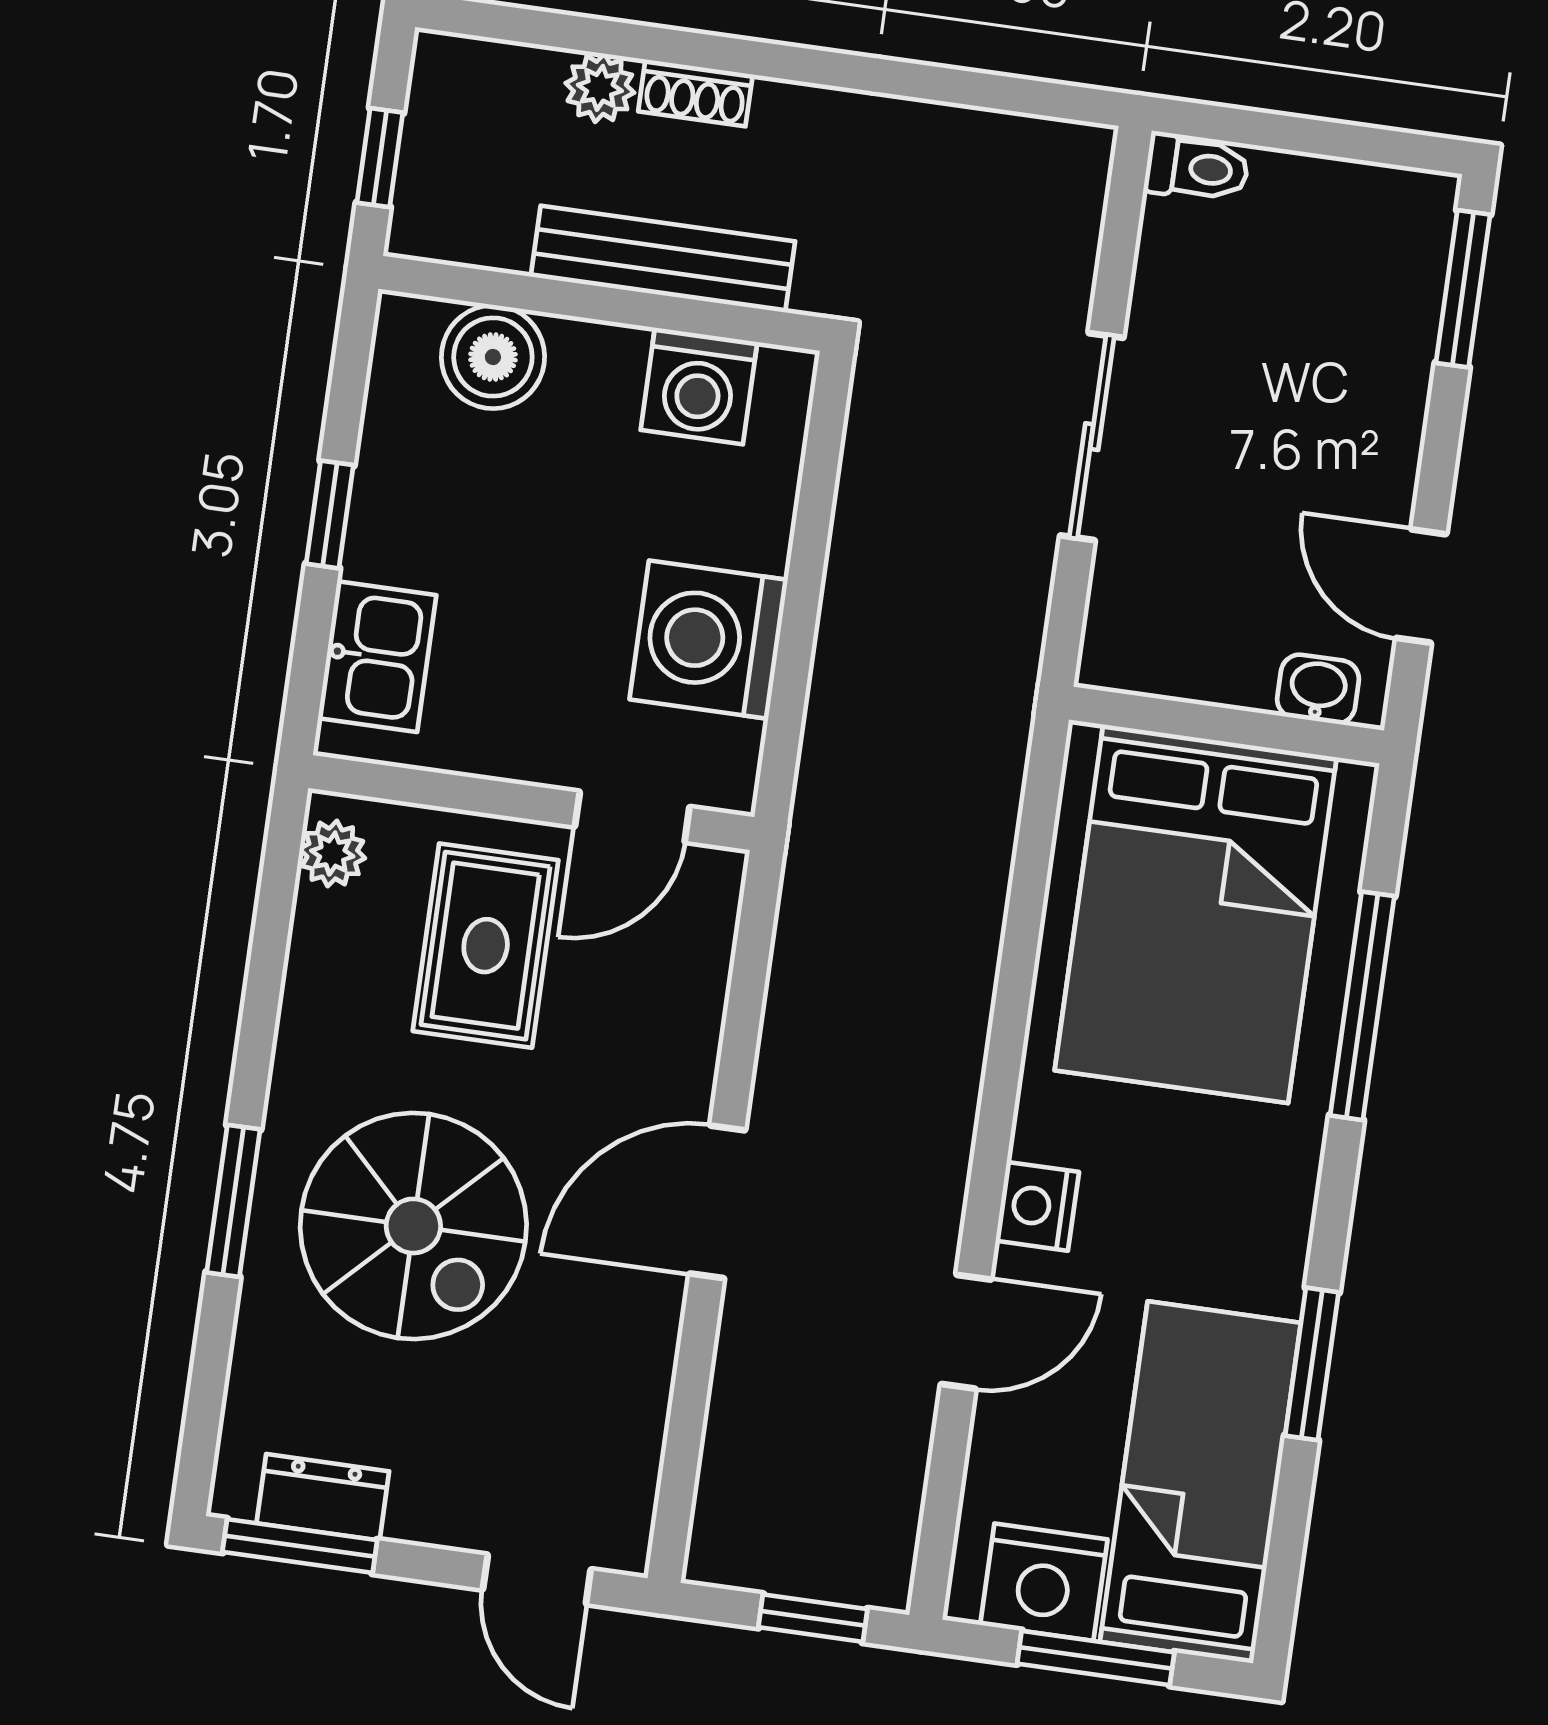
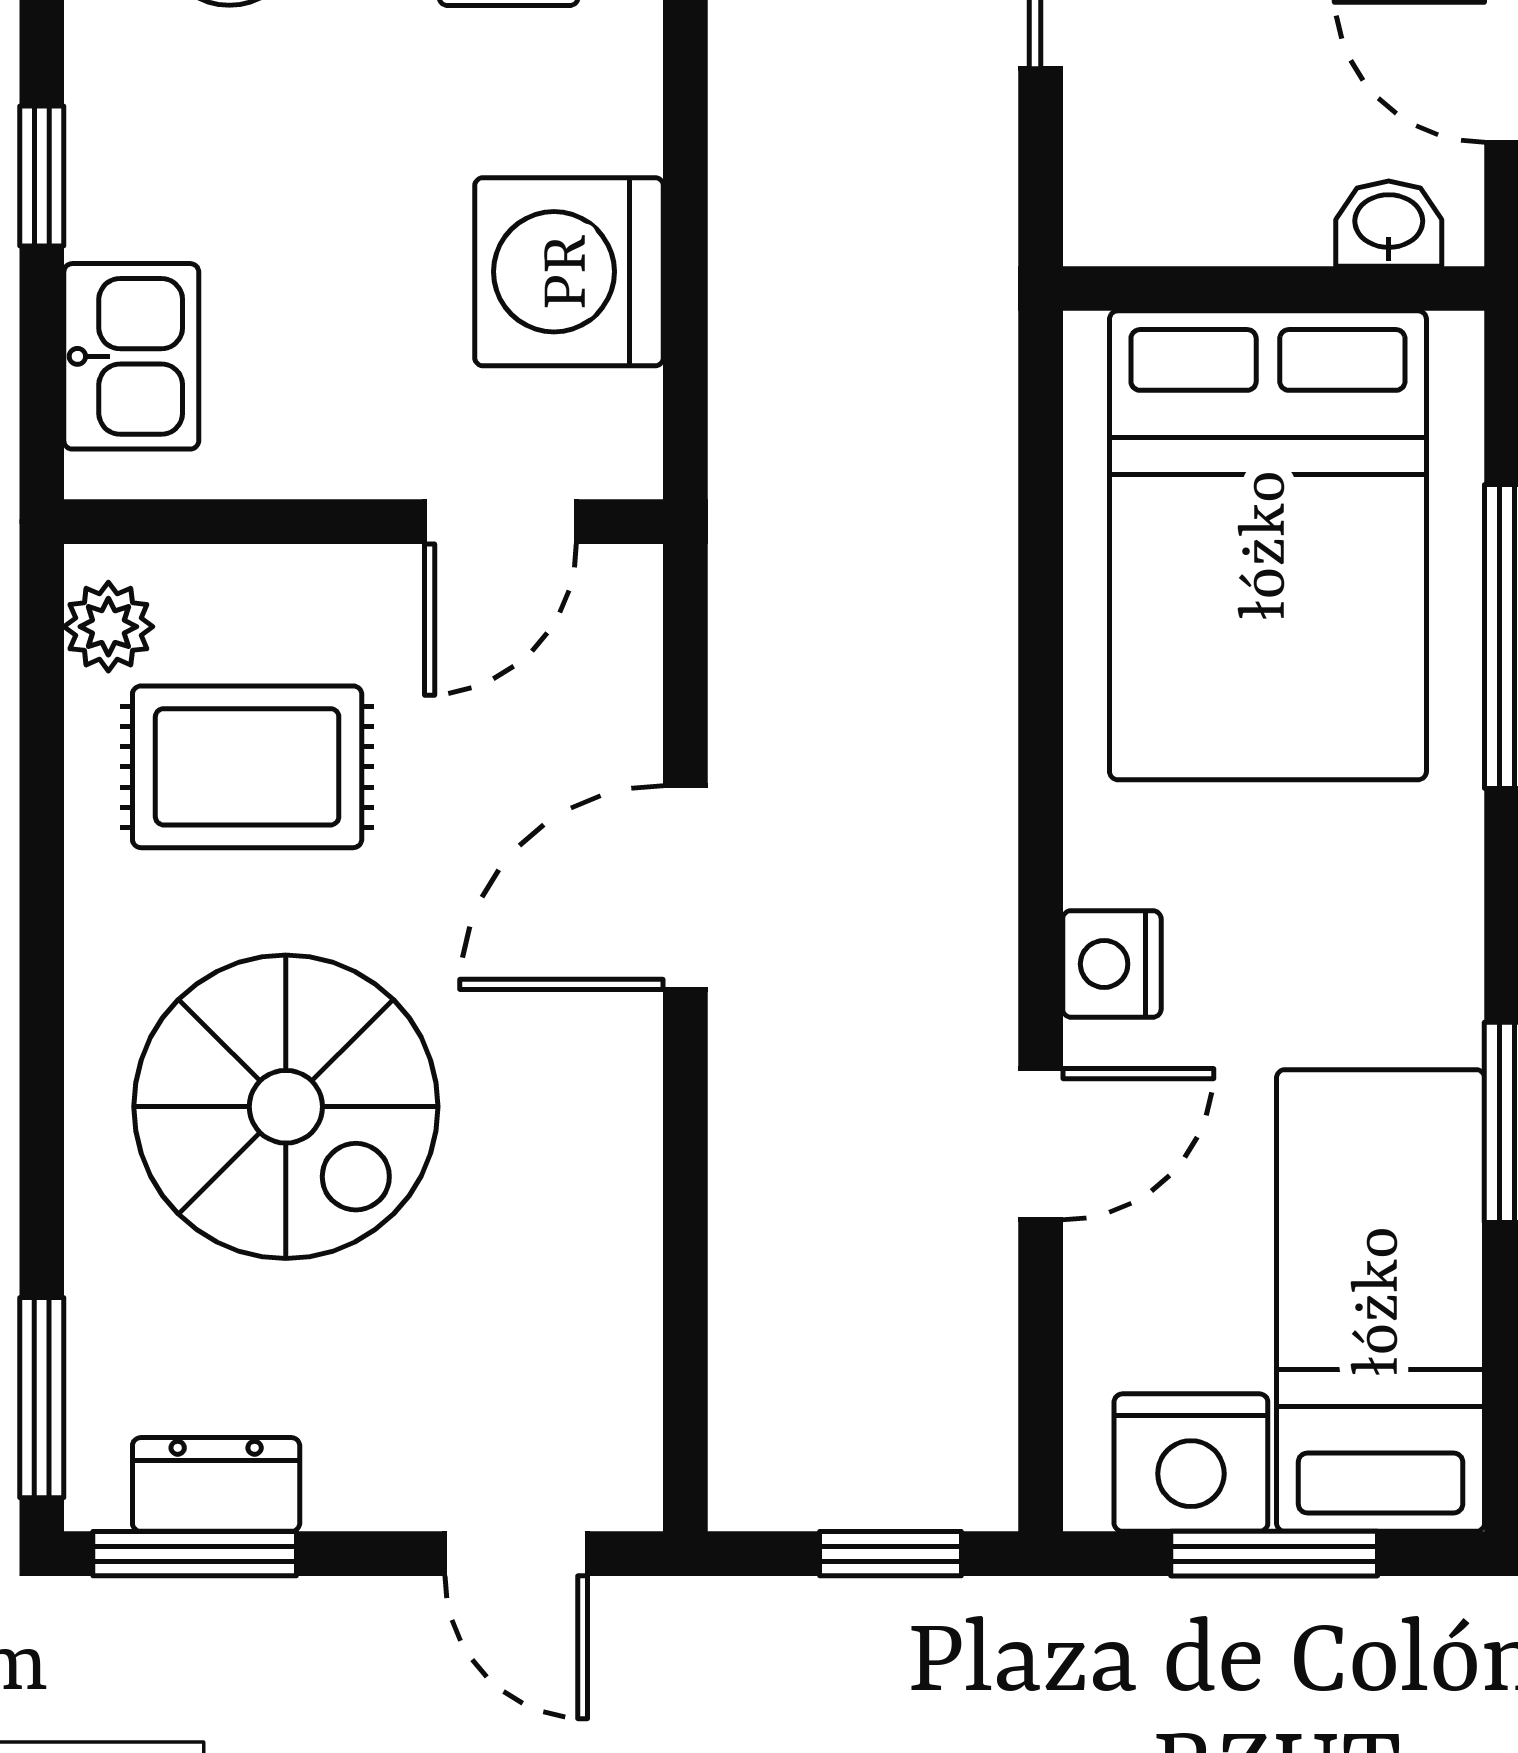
rug: (486, 946) -> (247, 767), moved, turned 90
window: (233, 1201) -> (42, 1398), moved
door: (717, 1202) -> (685, 888), moved

